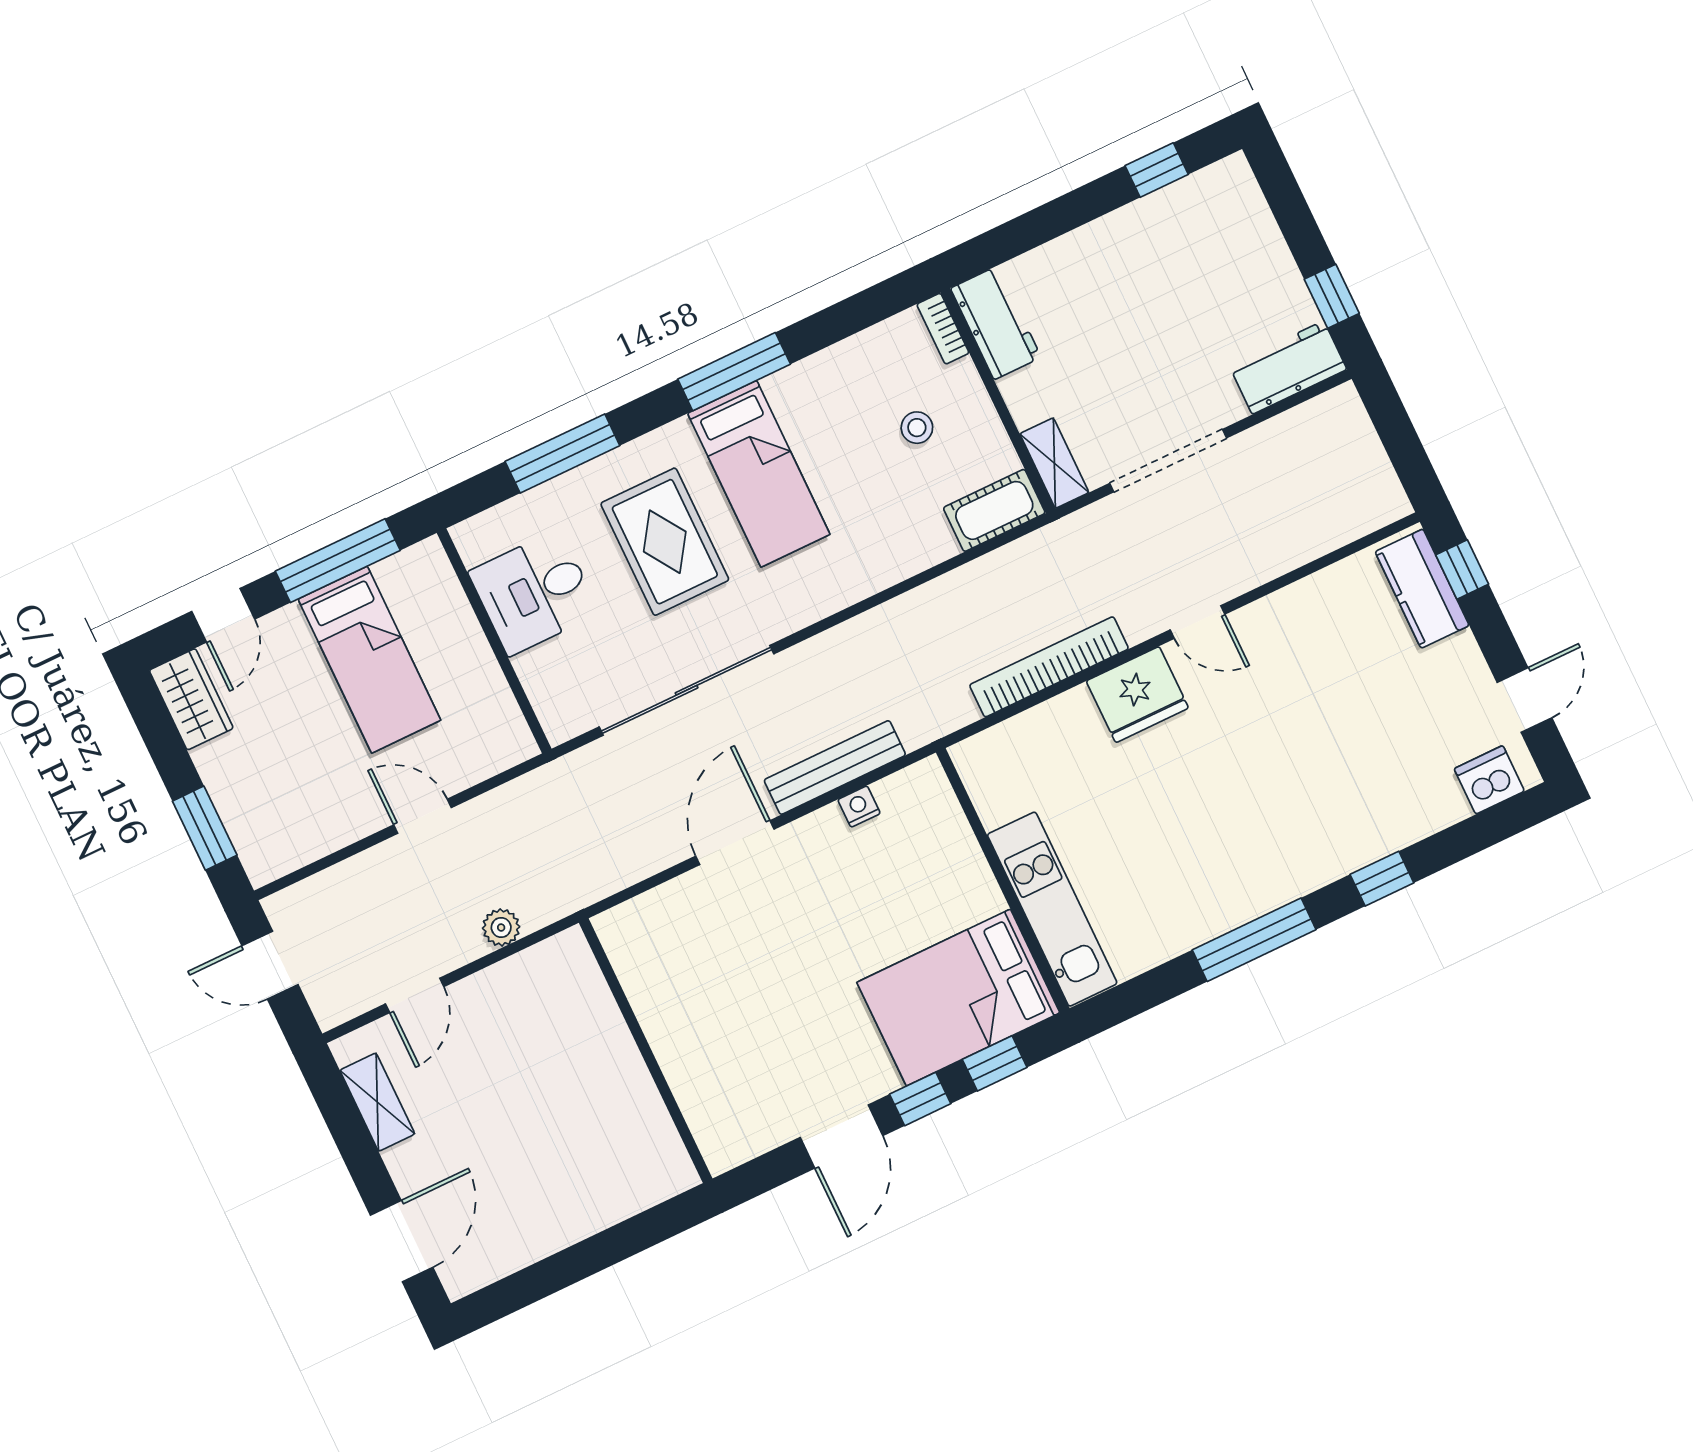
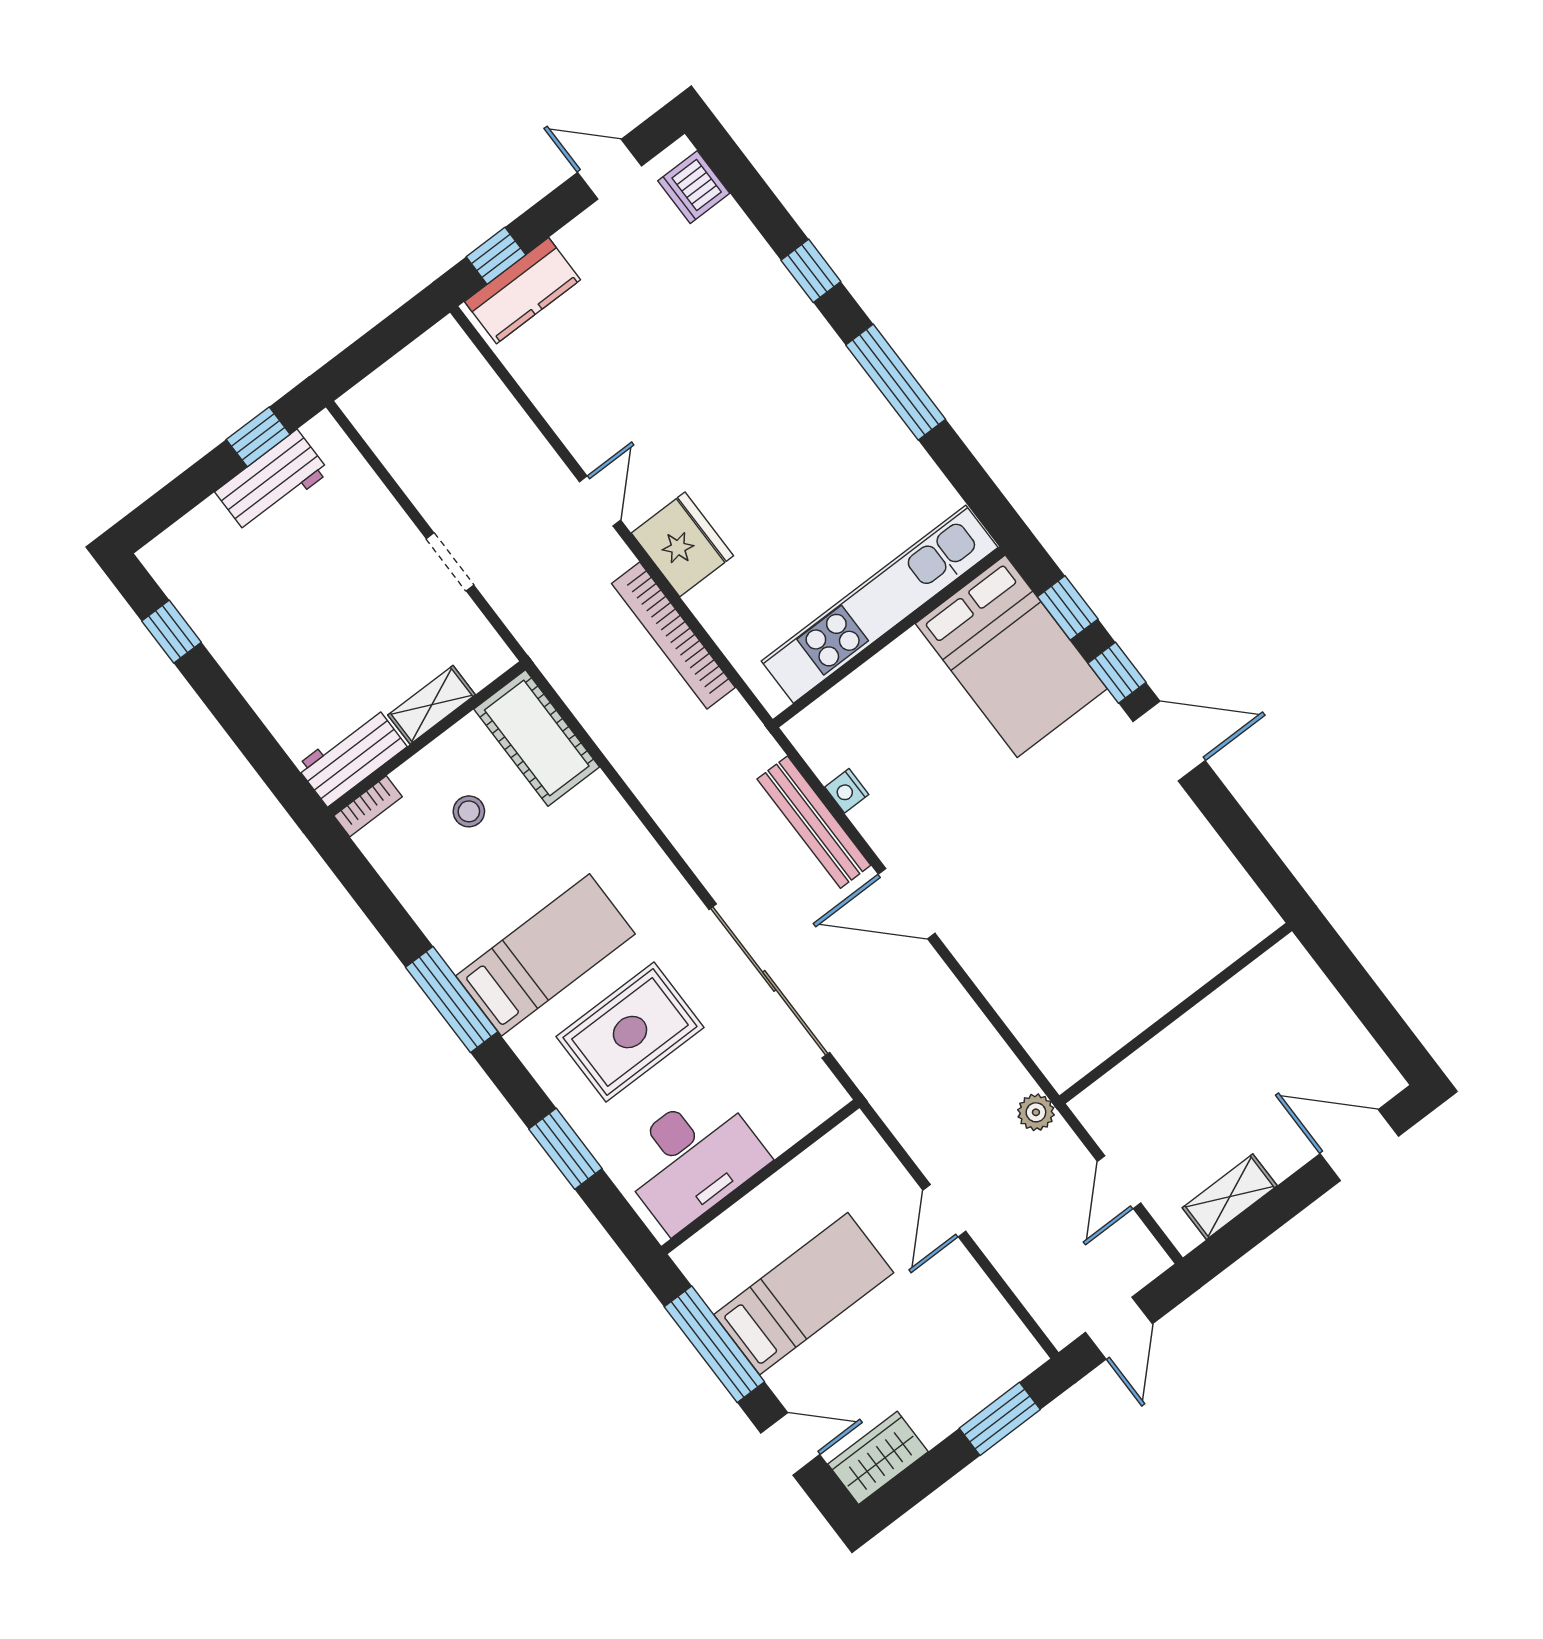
workbench: (1288, 367) -> (272, 482), moved, turned -90
window: (562, 453) -> (565, 1149), width x0.69
doorway: (1168, 461) -> (450, 562), width x0.53
shelving: (1054, 463) -> (432, 705), moved
cot: (994, 510) -> (537, 738), width x1.37, depth x1.34
desk: (534, 593) -> (692, 1159), width x1.37
kitchen unit: (1052, 909) -> (880, 604), width x1.36
door: (415, 995) -> (1119, 1182), swing flipped
wall: (646, 1051) -> (1176, 1013), moved

